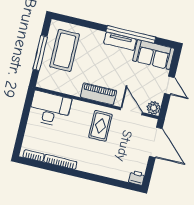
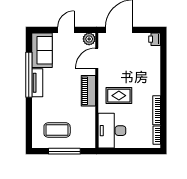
coffee table: (65, 50) -> (57, 130), width x0.73, depth x0.76
rug: (100, 126) -> (119, 96), moved

